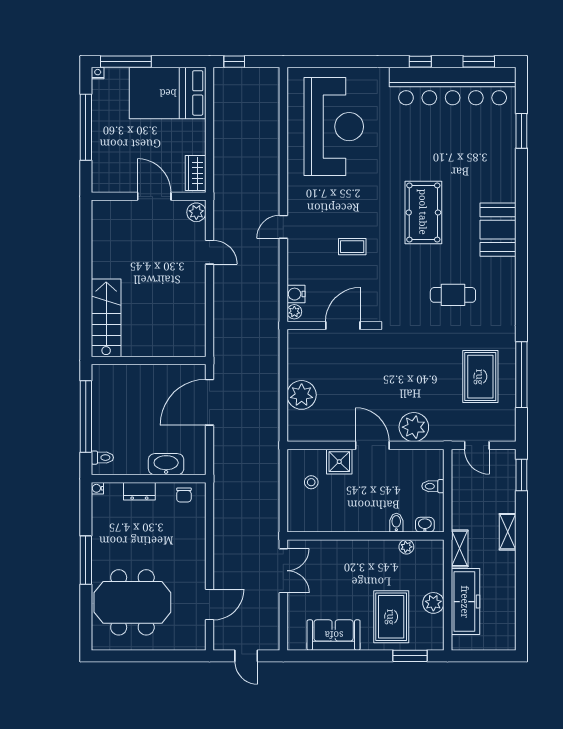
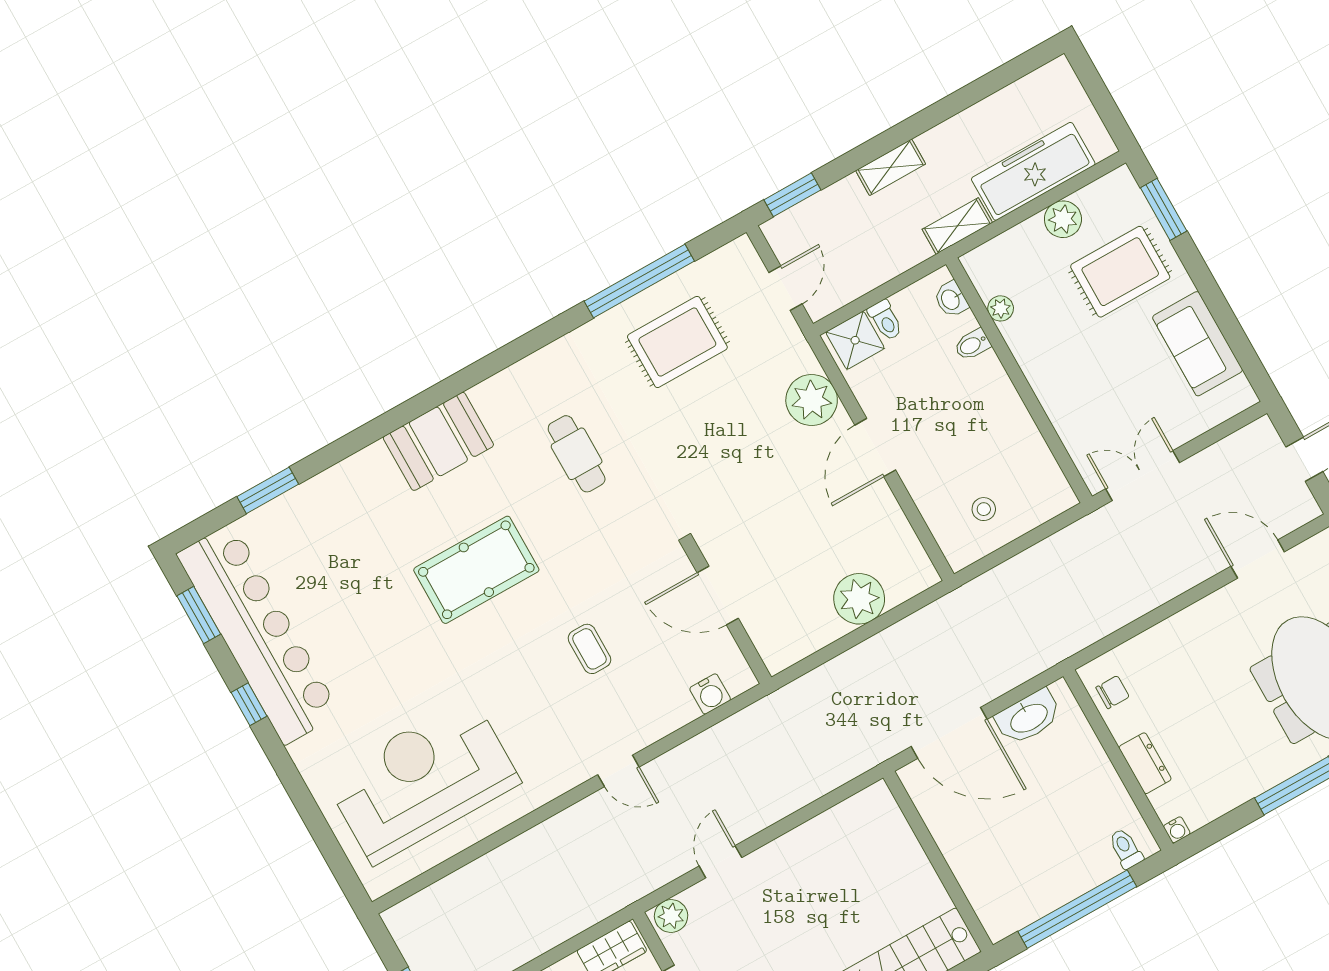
plant: (294, 312) -> (738, 681), removed
shower: (339, 462) -> (855, 340), moved
washbasin: (166, 464) -> (1028, 717), moved, turned -90

